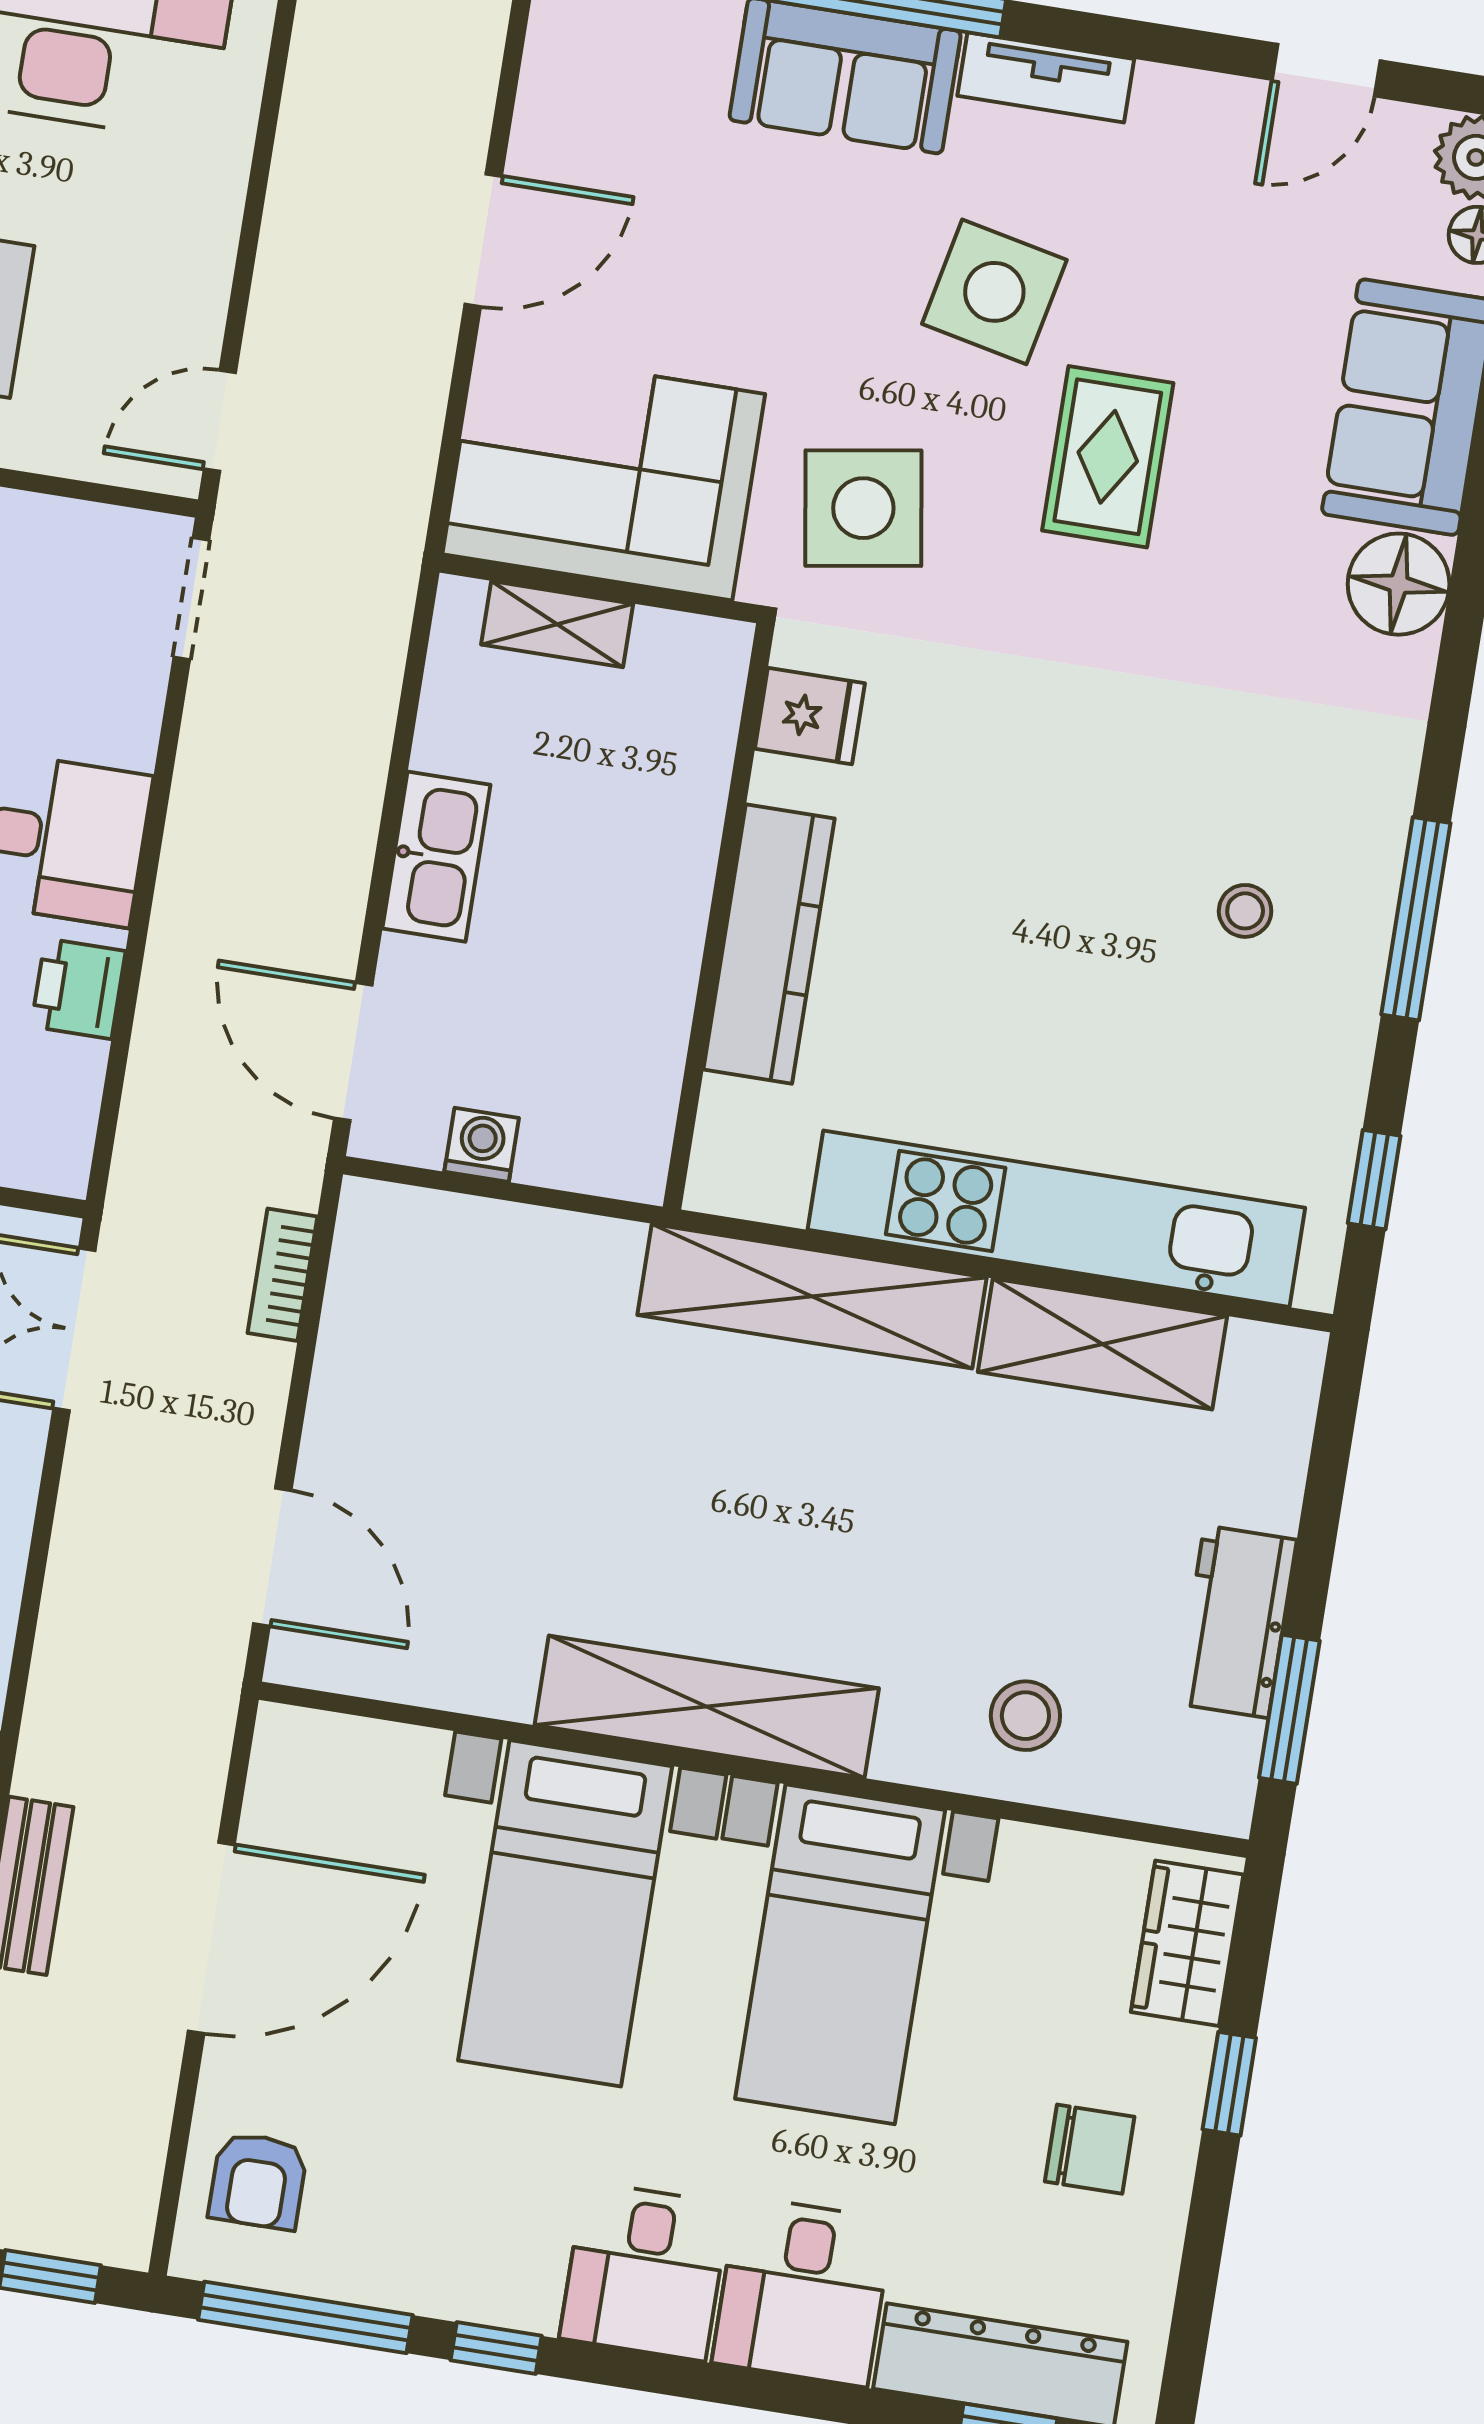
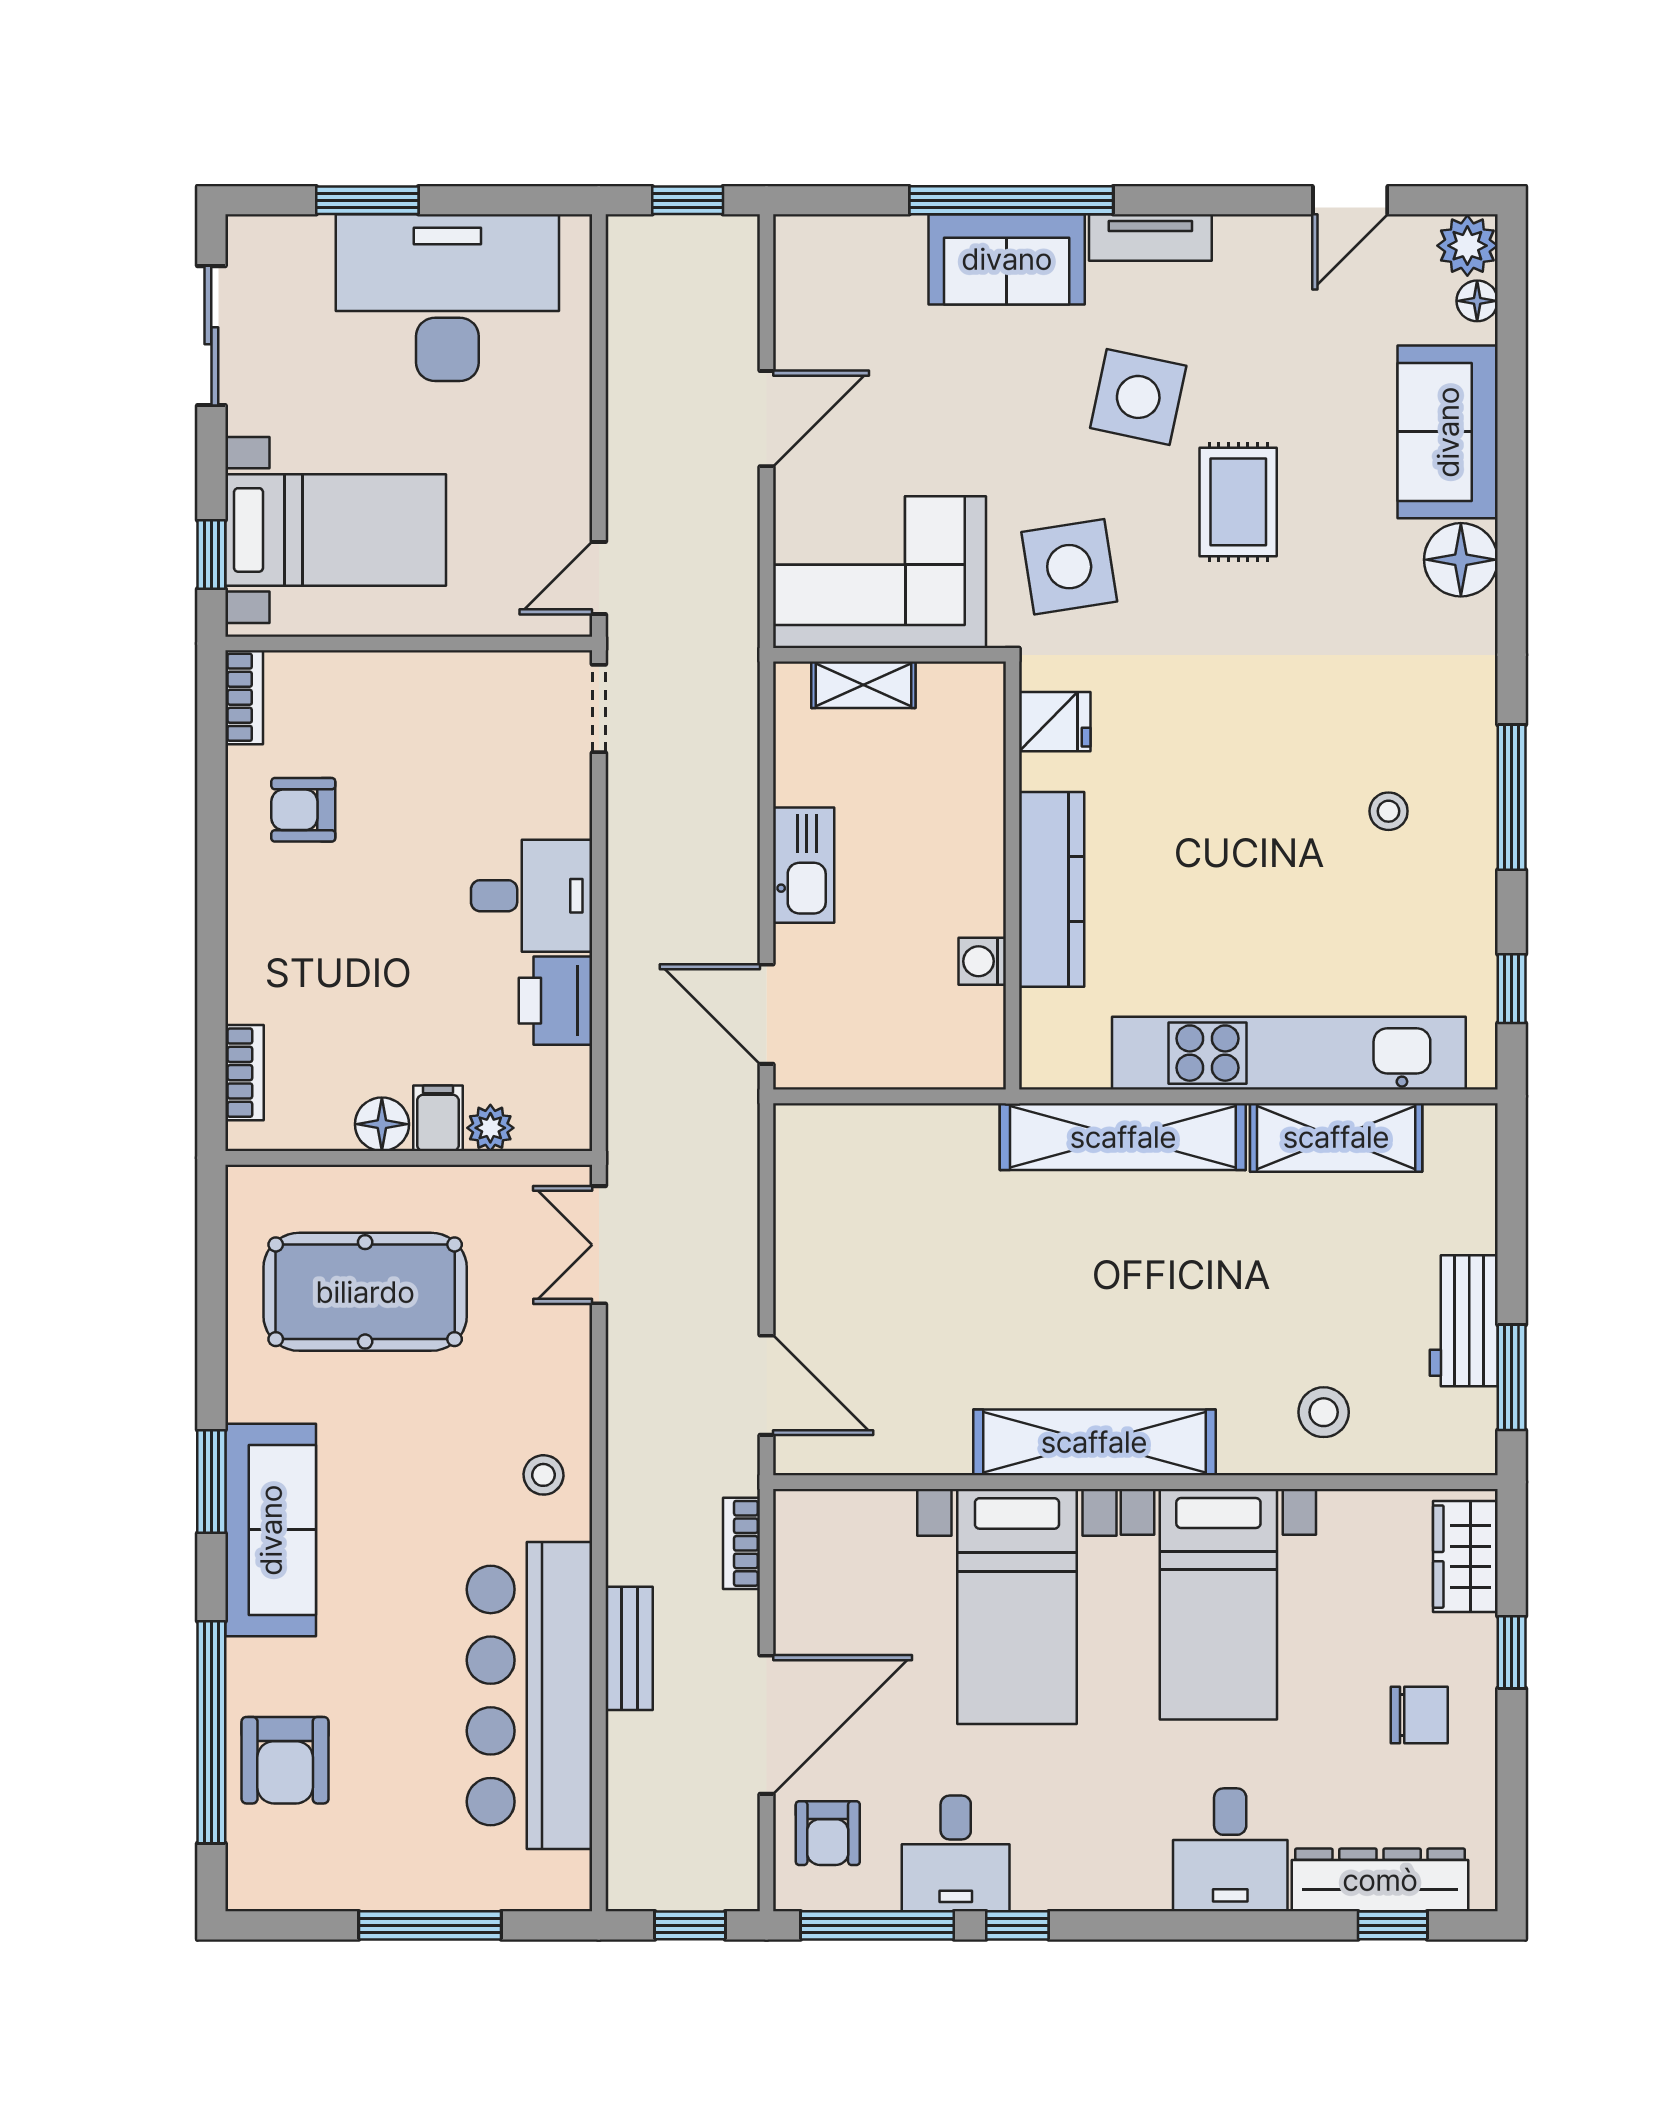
printer: (78, 989) -> (556, 1001), width x1.36, depth x1.24
washing machine: (482, 1145) -> (982, 961), moved, turned -90
bookcase: (283, 1275) -> (741, 1543), moved
door: (211, 1938) -> (766, 1725), moved
desk: (645, 2271) -> (956, 1853), moved

